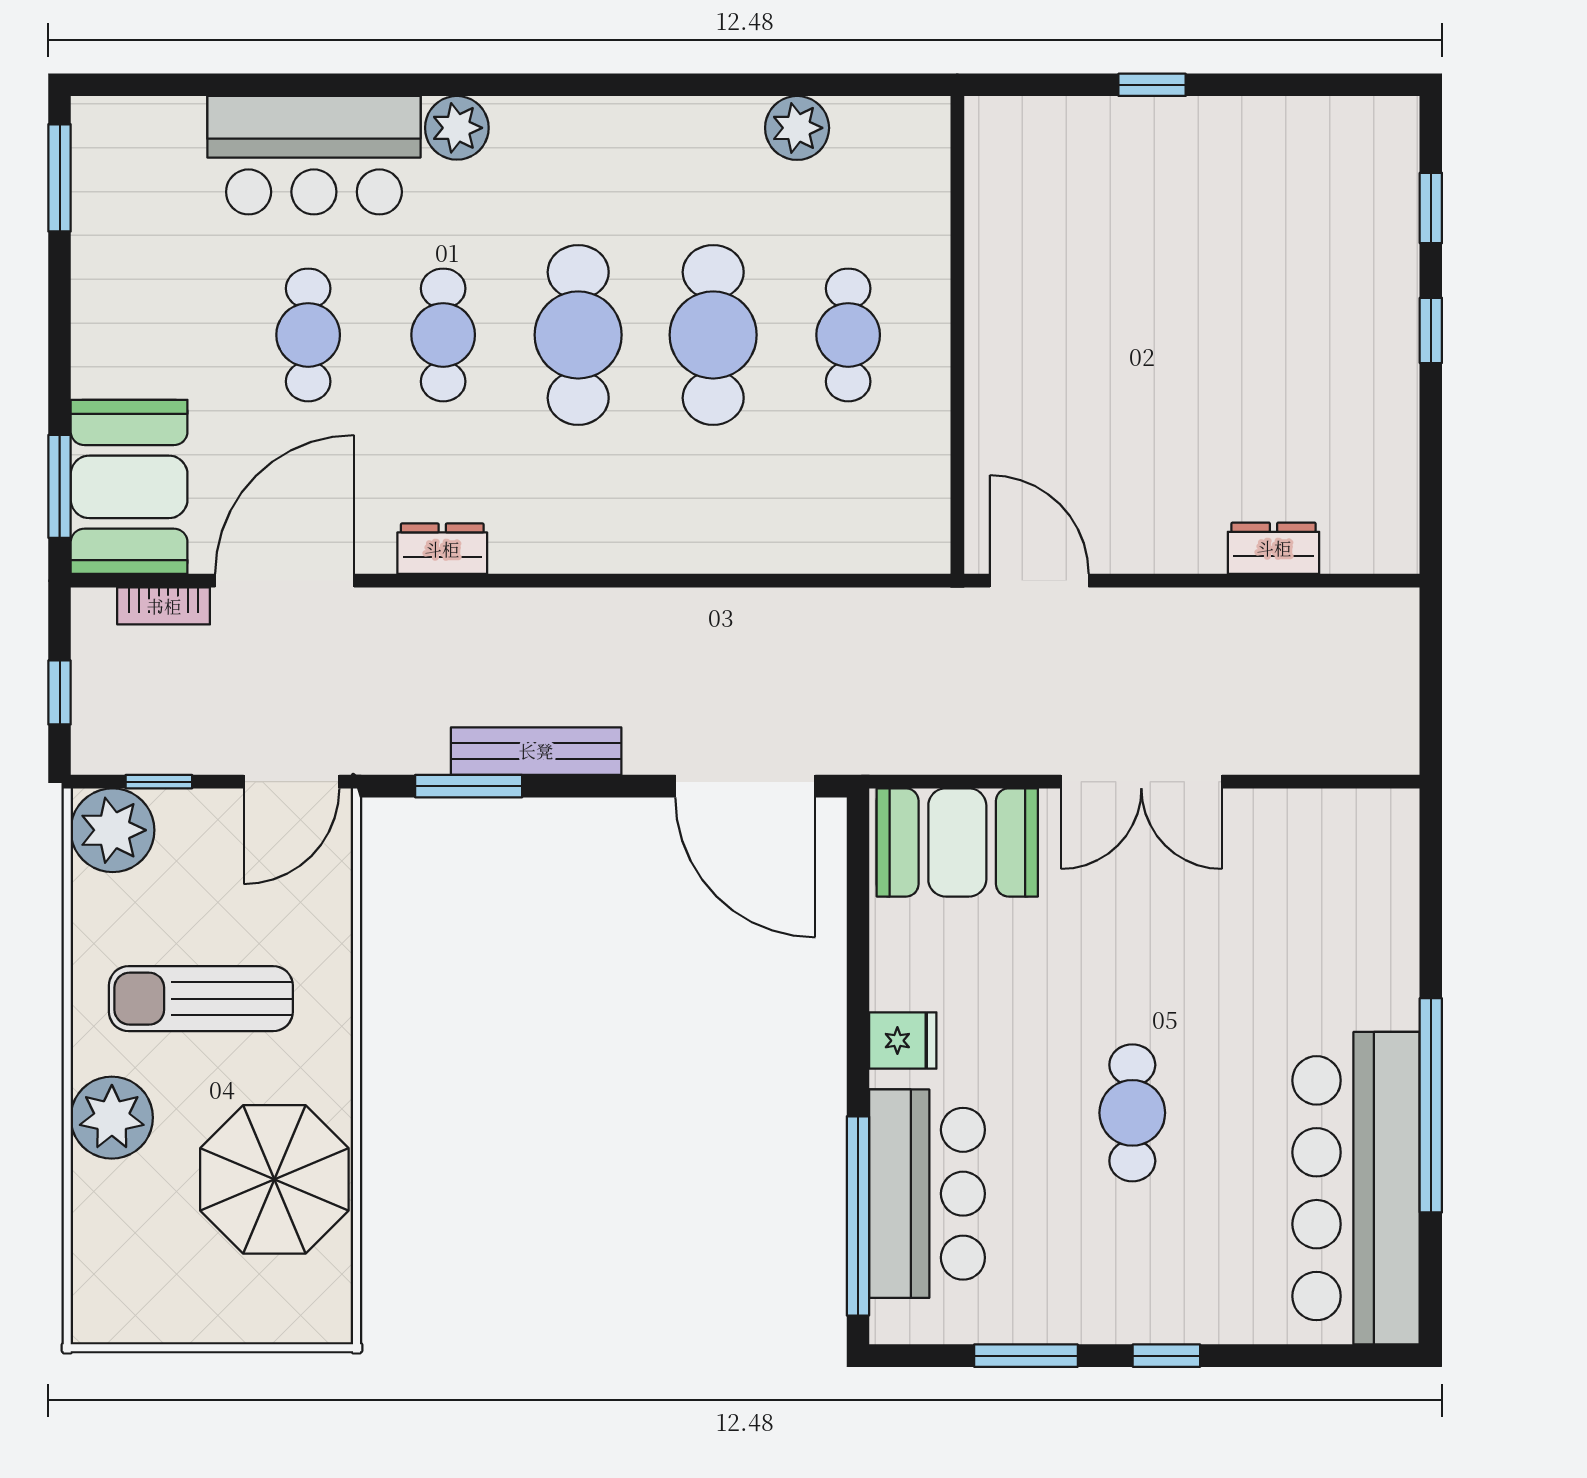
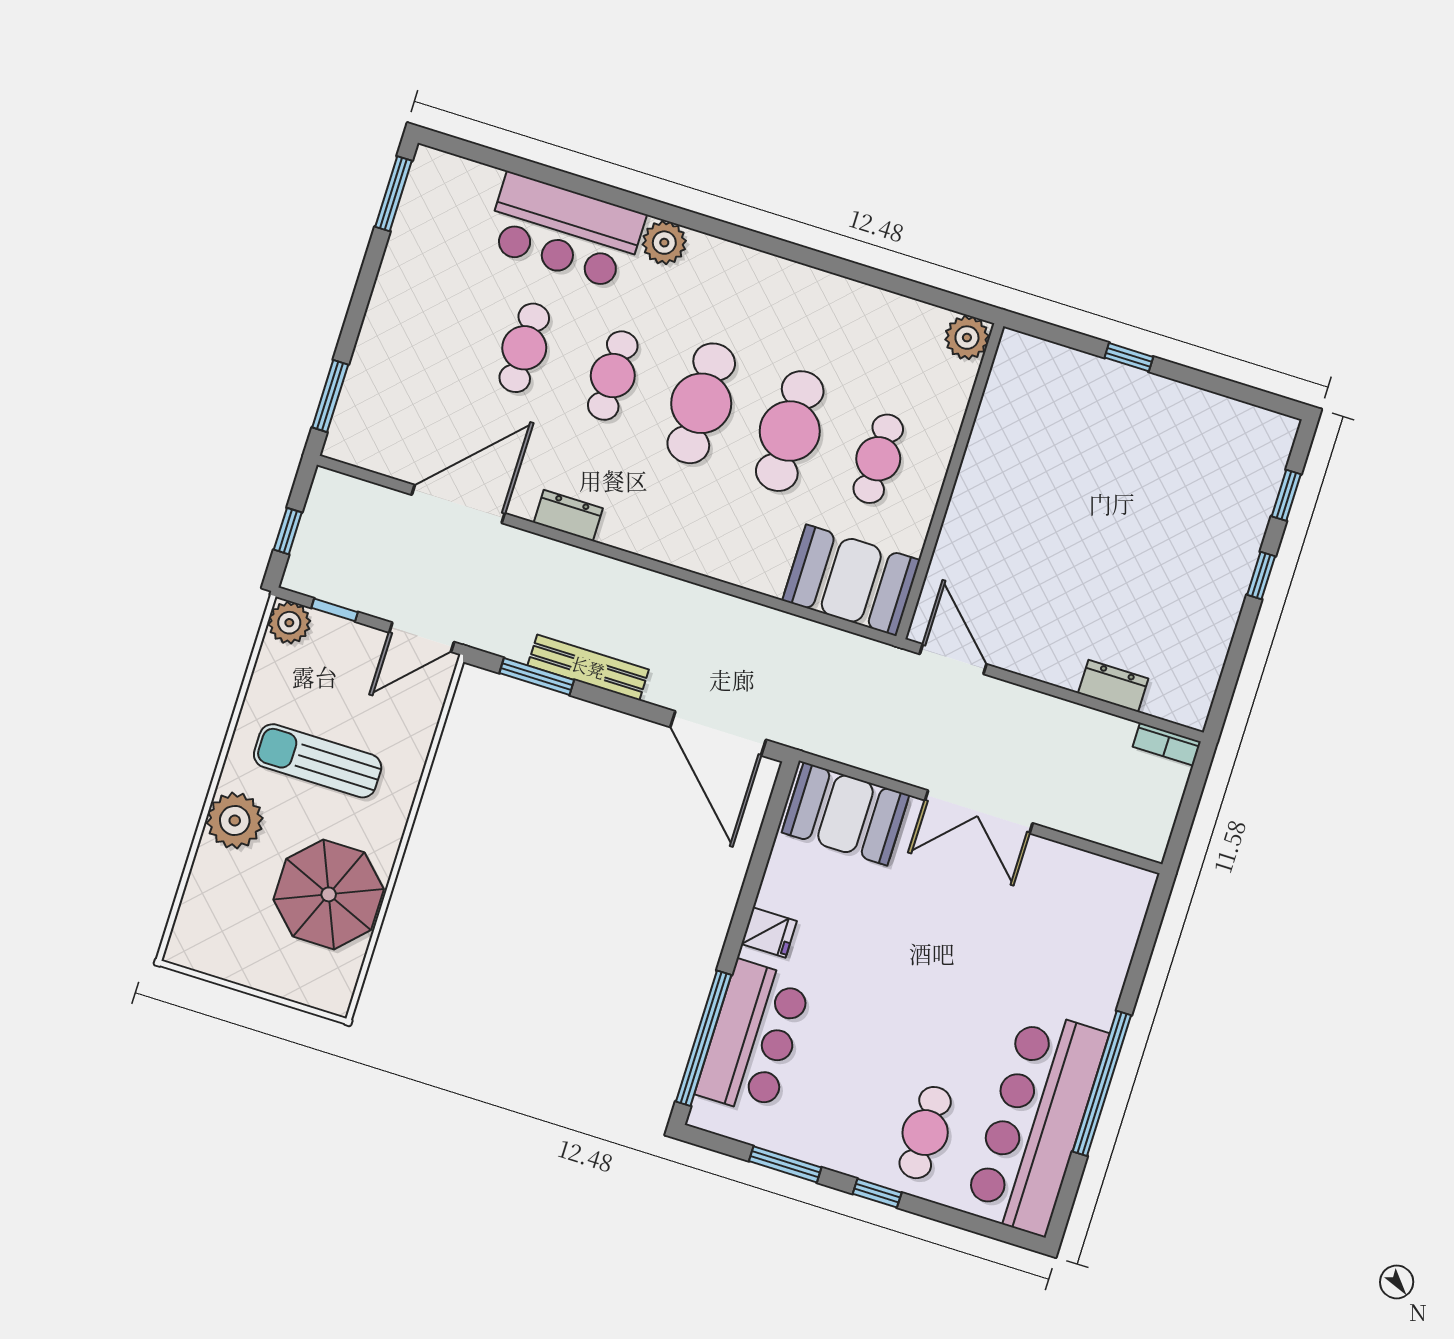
plant: (797, 128) -> (967, 338), moved
booth: (129, 487) -> (851, 580), moved, turned 90
bookcase: (164, 606) -> (1167, 744), moved
plant: (113, 830) -> (289, 623), width x0.73, depth x0.73
cafe table: (1132, 1113) -> (925, 1133), moved

